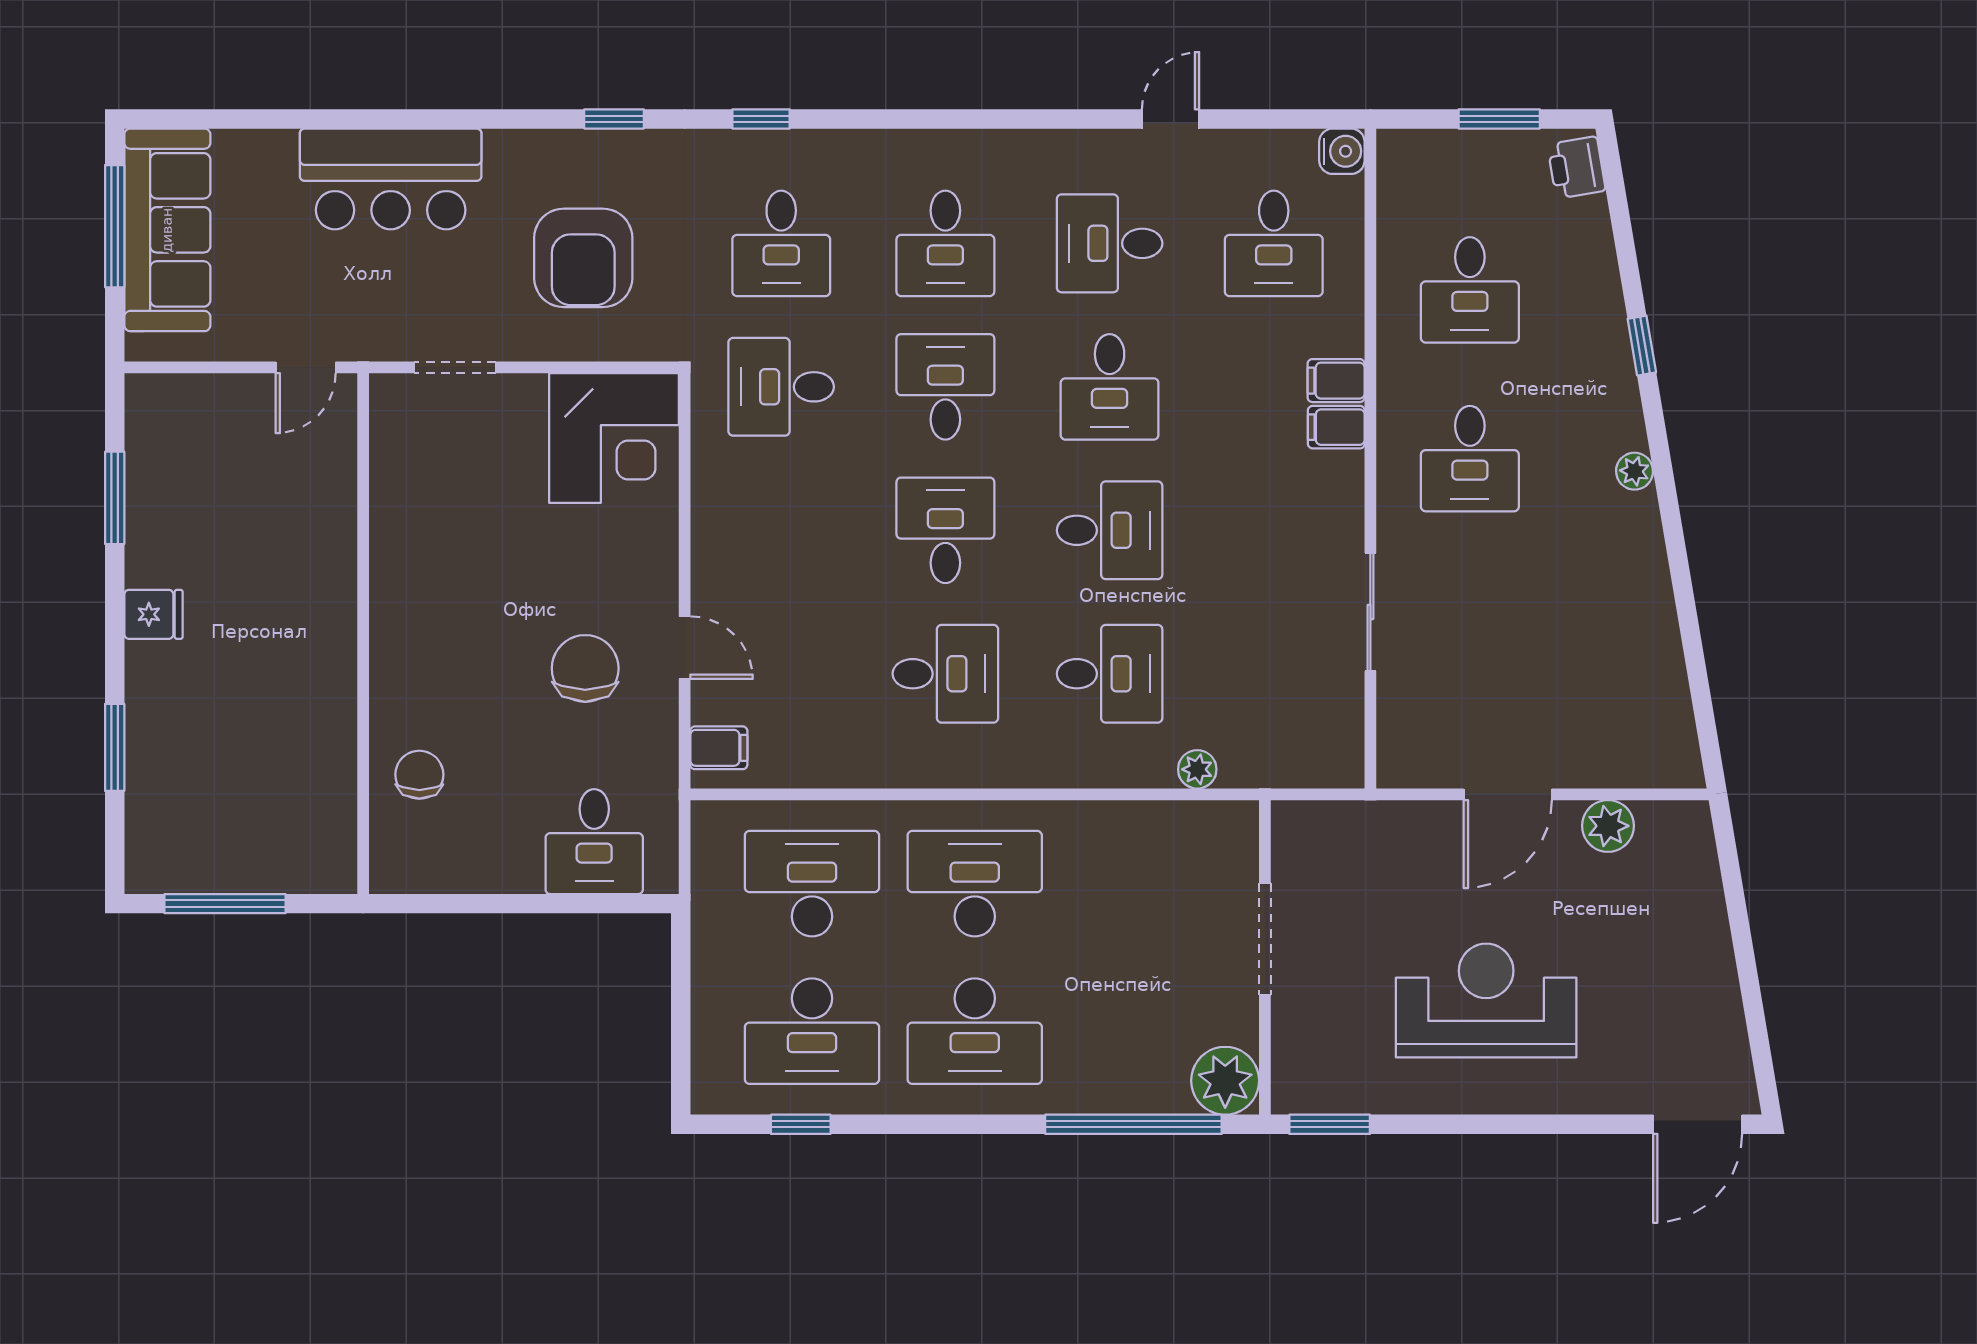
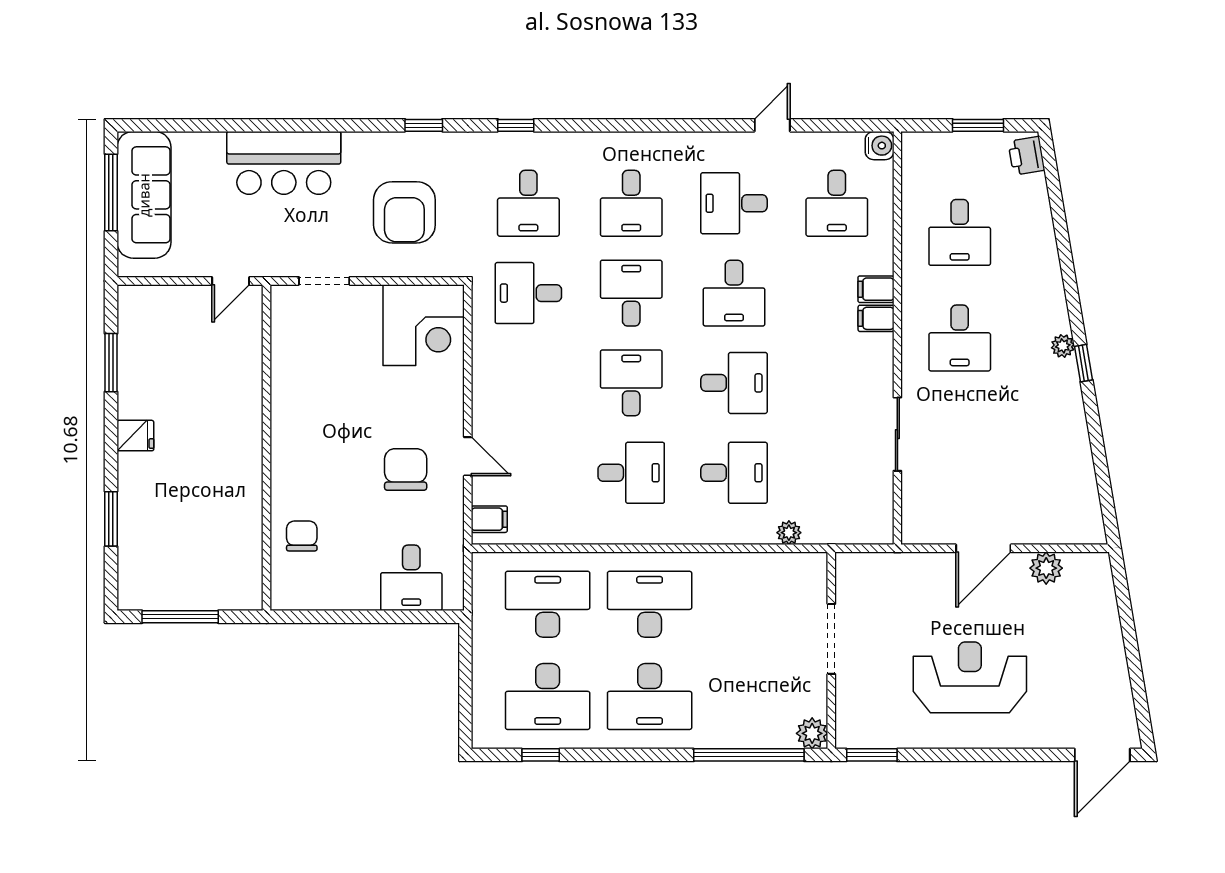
window: (1642, 346) -> (1083, 363), moved
plant: (1225, 1081) -> (812, 733), width x0.73, depth x0.73

